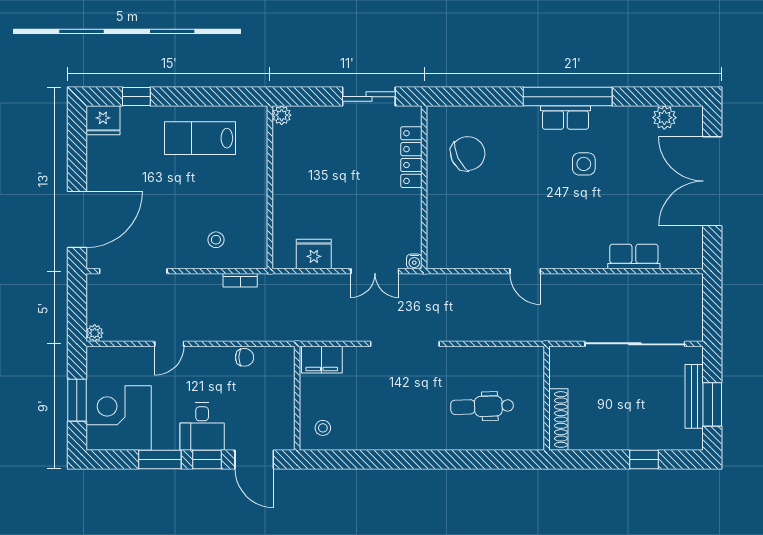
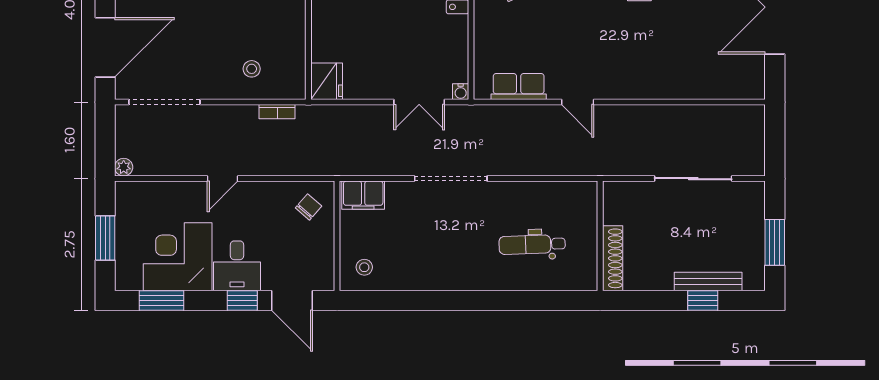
fridge: (314, 254) -> (327, 81), moved, turned 90
row of seats: (634, 256) -> (519, 87), moved
door: (169, 344) -> (223, 179), moved
sliding door: (635, 344) -> (693, 179), width x0.73
chair: (244, 357) -> (309, 207), moved, turned -49
bench: (694, 396) -> (708, 282), moved, turned 90
corner desk: (119, 418) -> (178, 257), moved
window: (160, 460) -> (161, 301), moved

